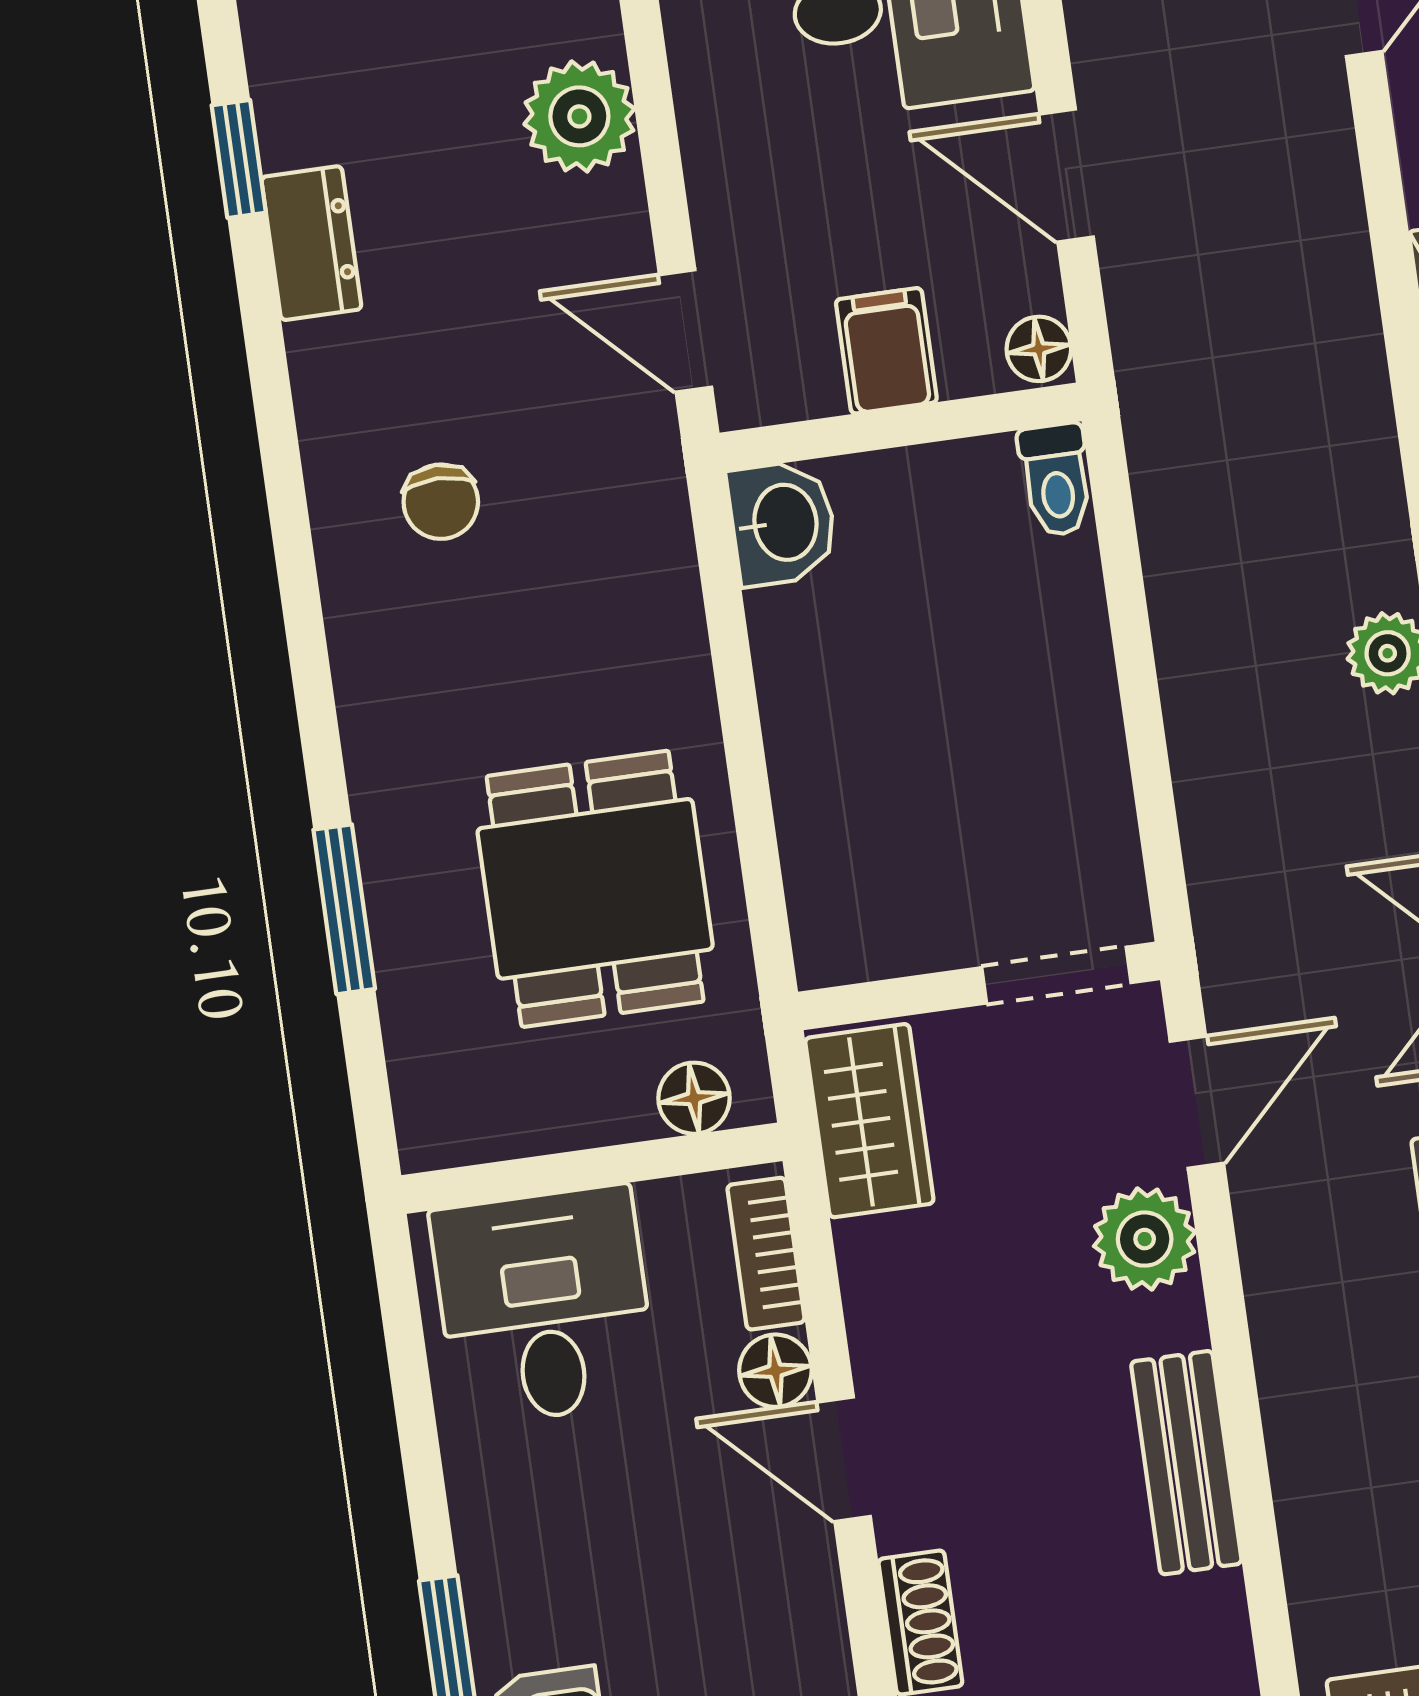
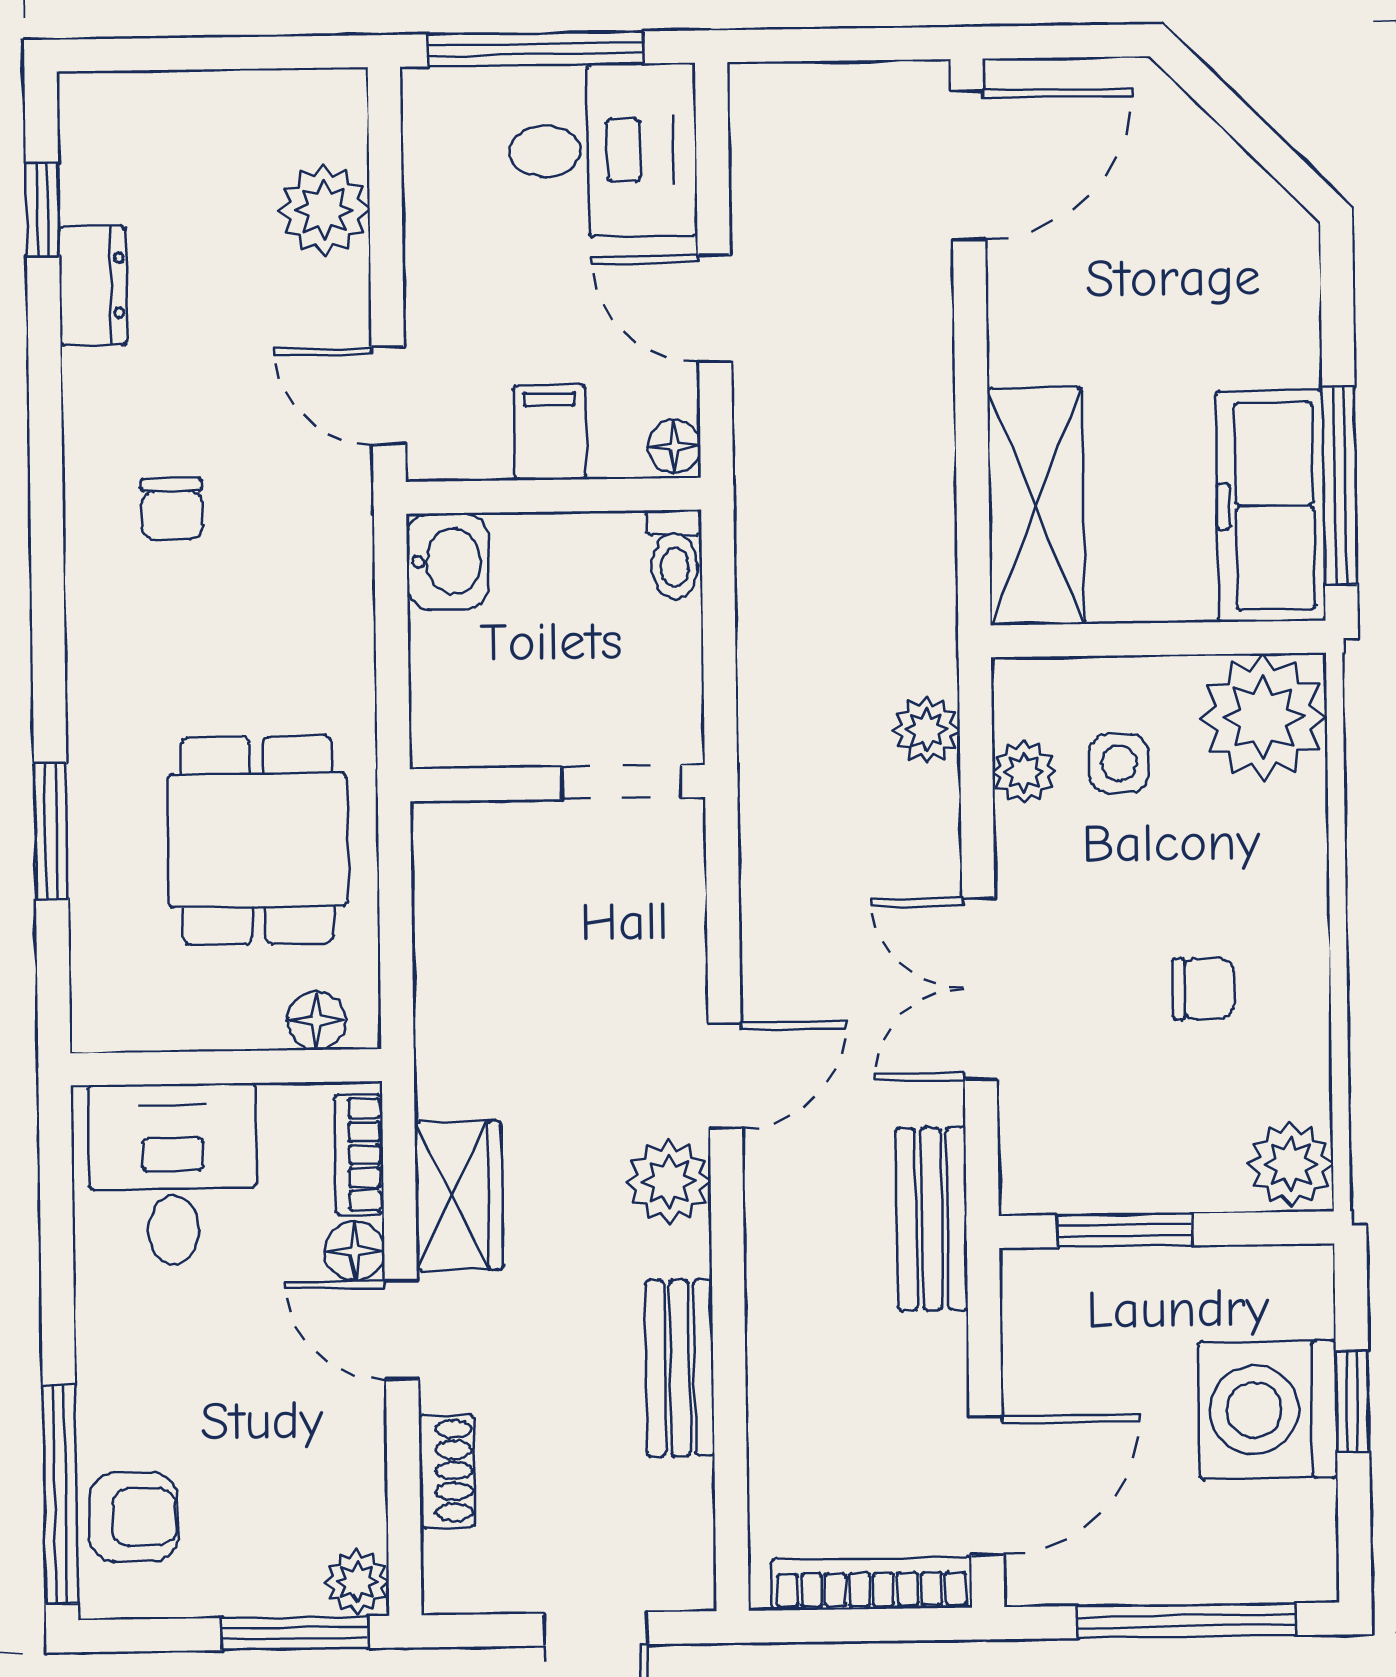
doorway: (1056, 975) -> (622, 782), moved
wall: (979, 986) -> (557, 783), moved
wardrobe: (869, 1121) -> (459, 1196), moved

